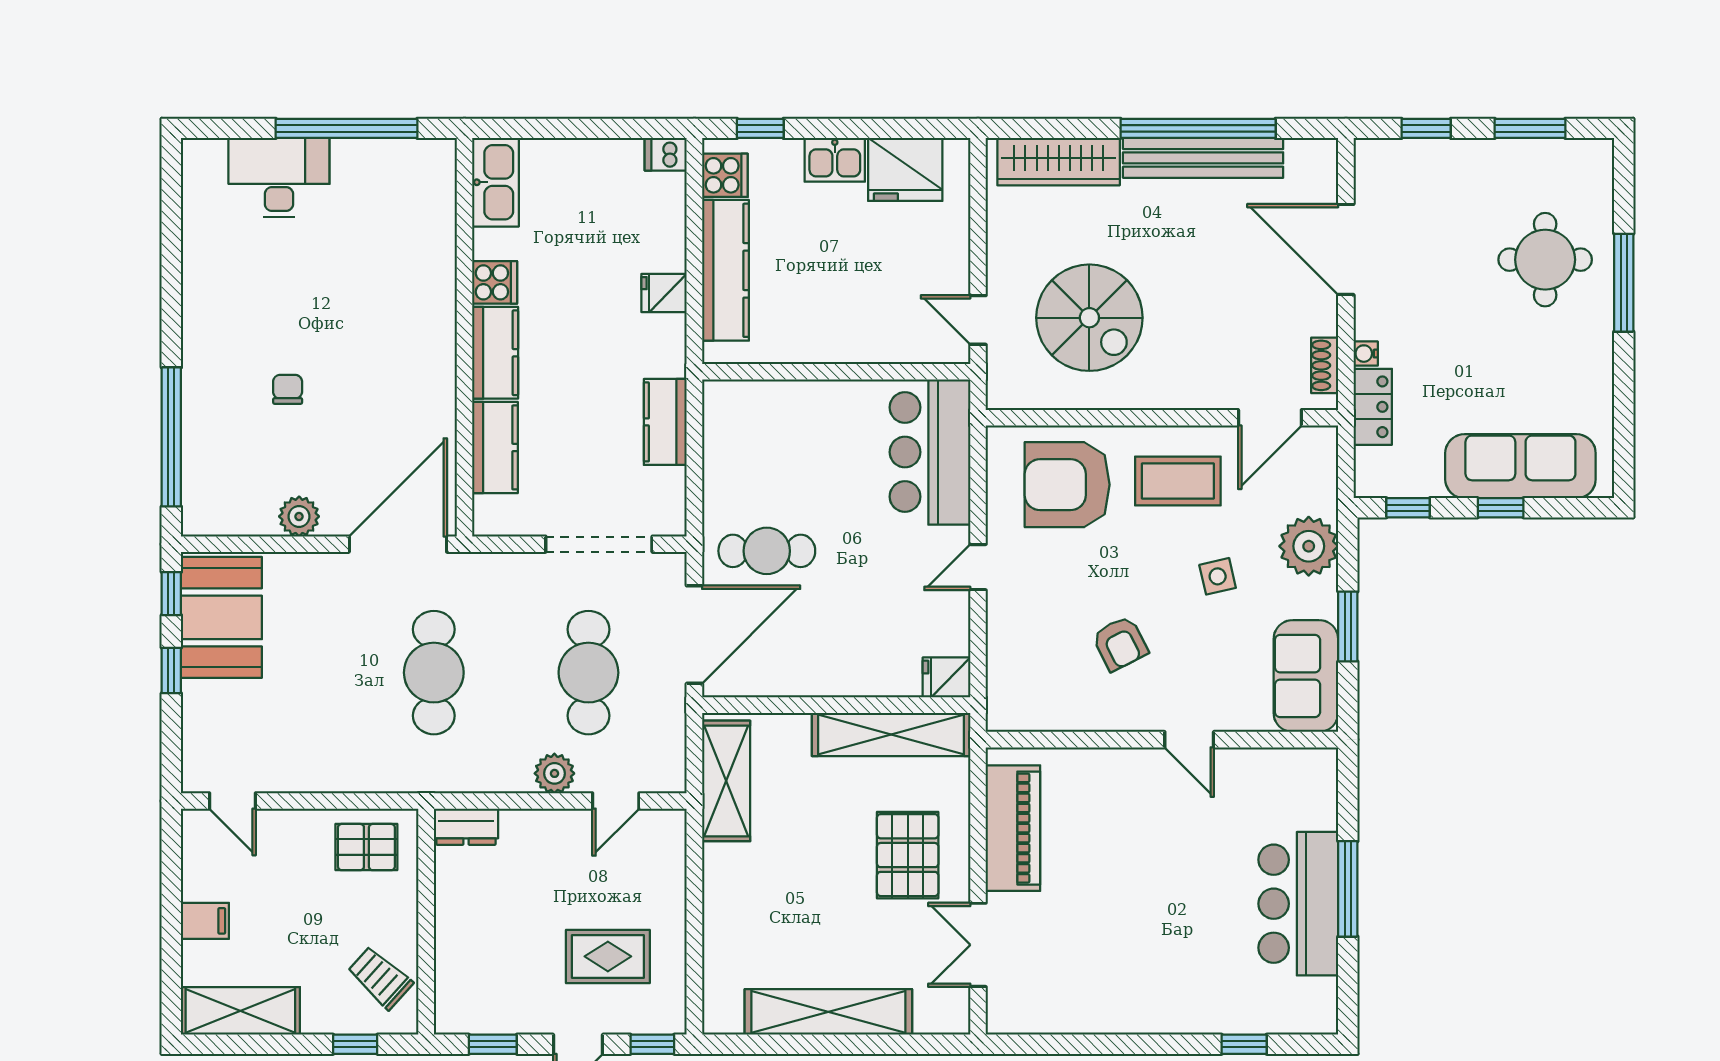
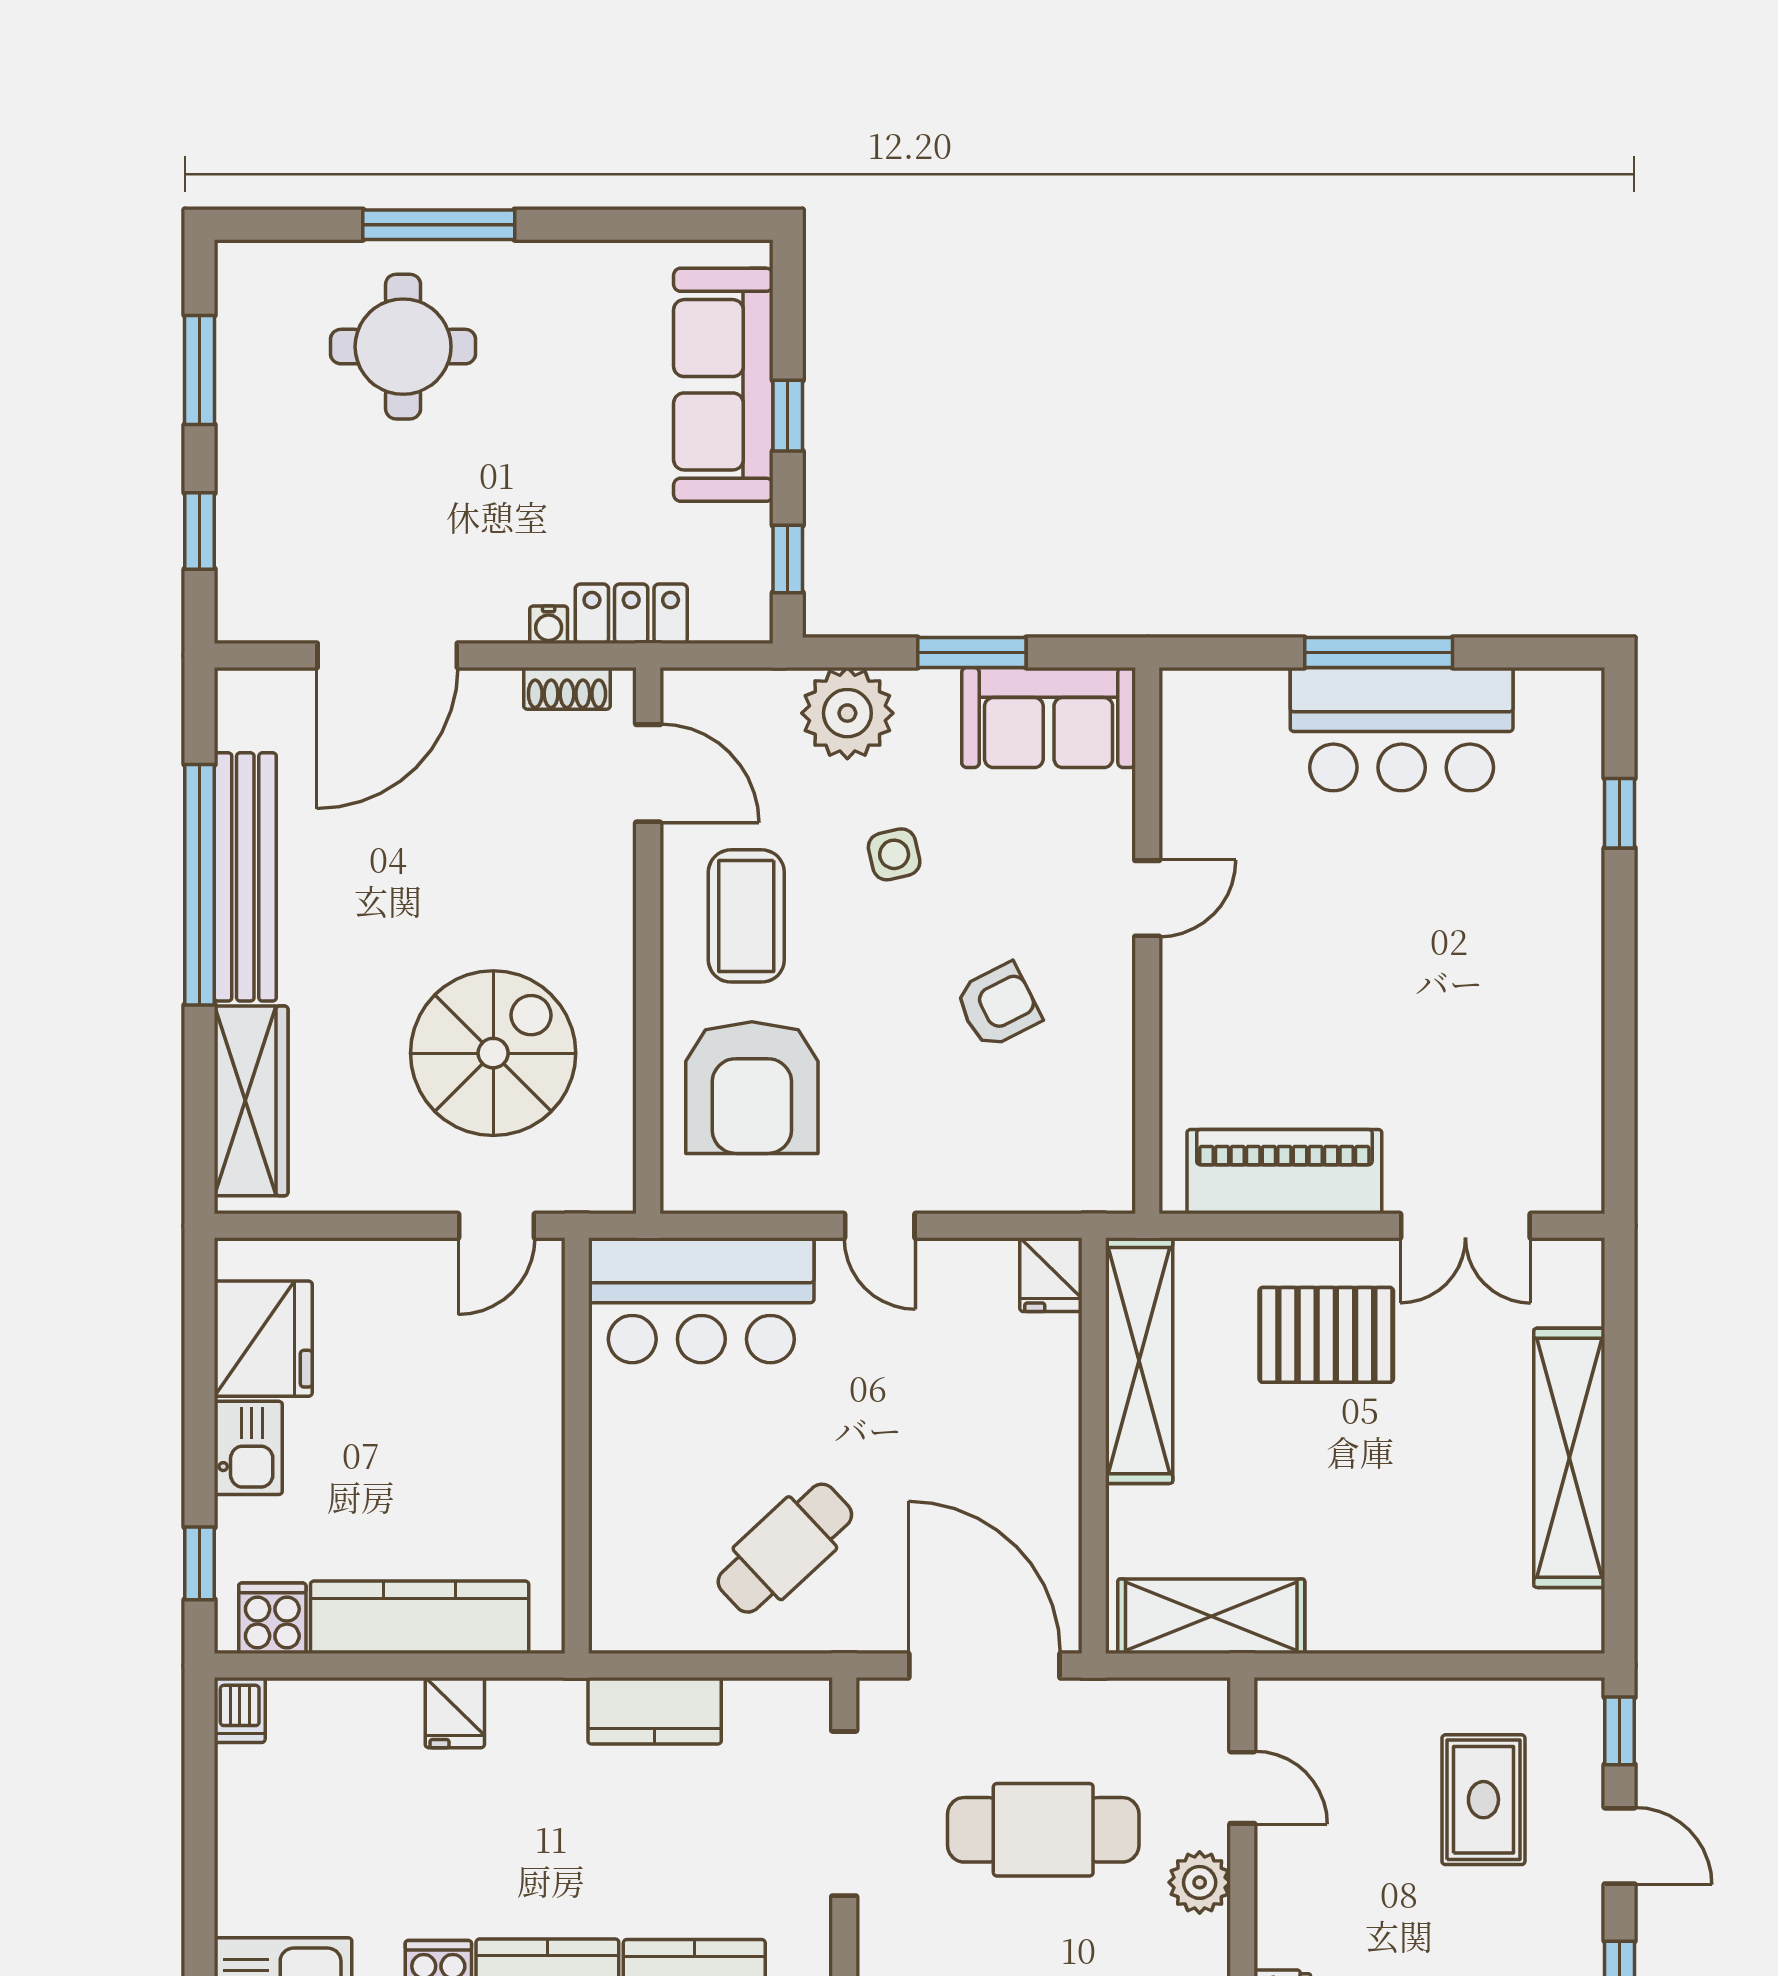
cafe table: (767, 551) -> (785, 1548), moved, turned 47

